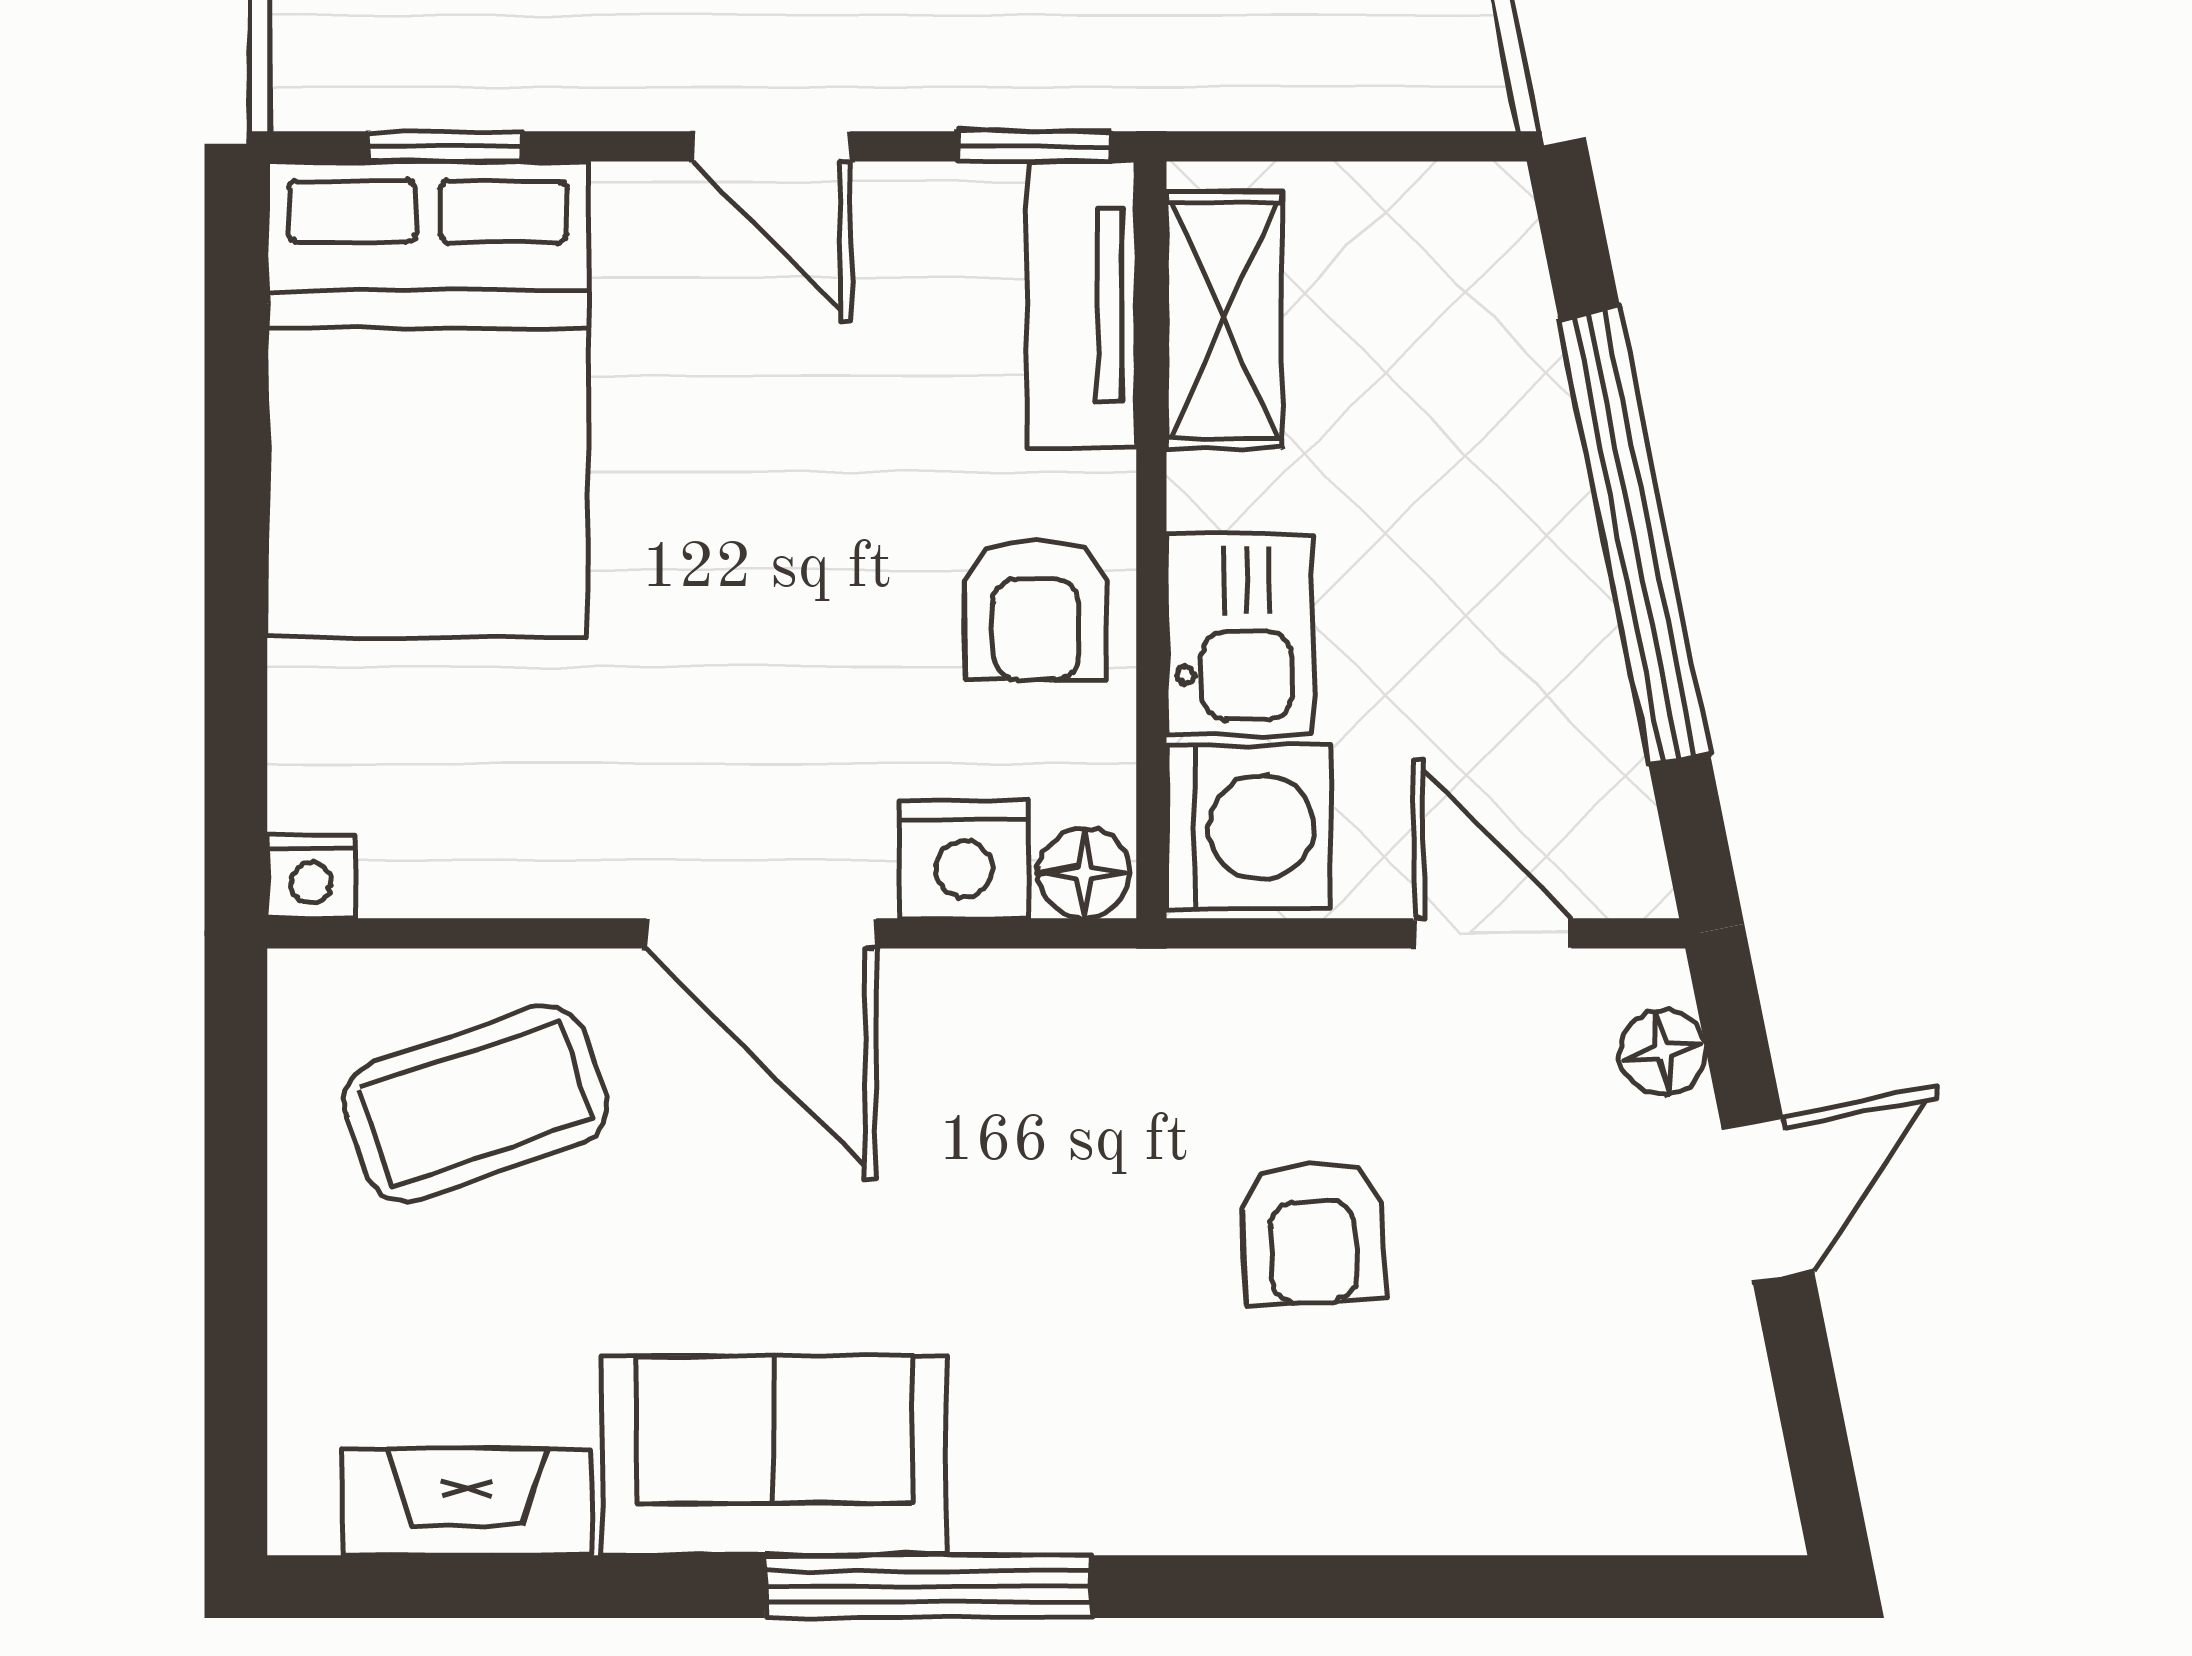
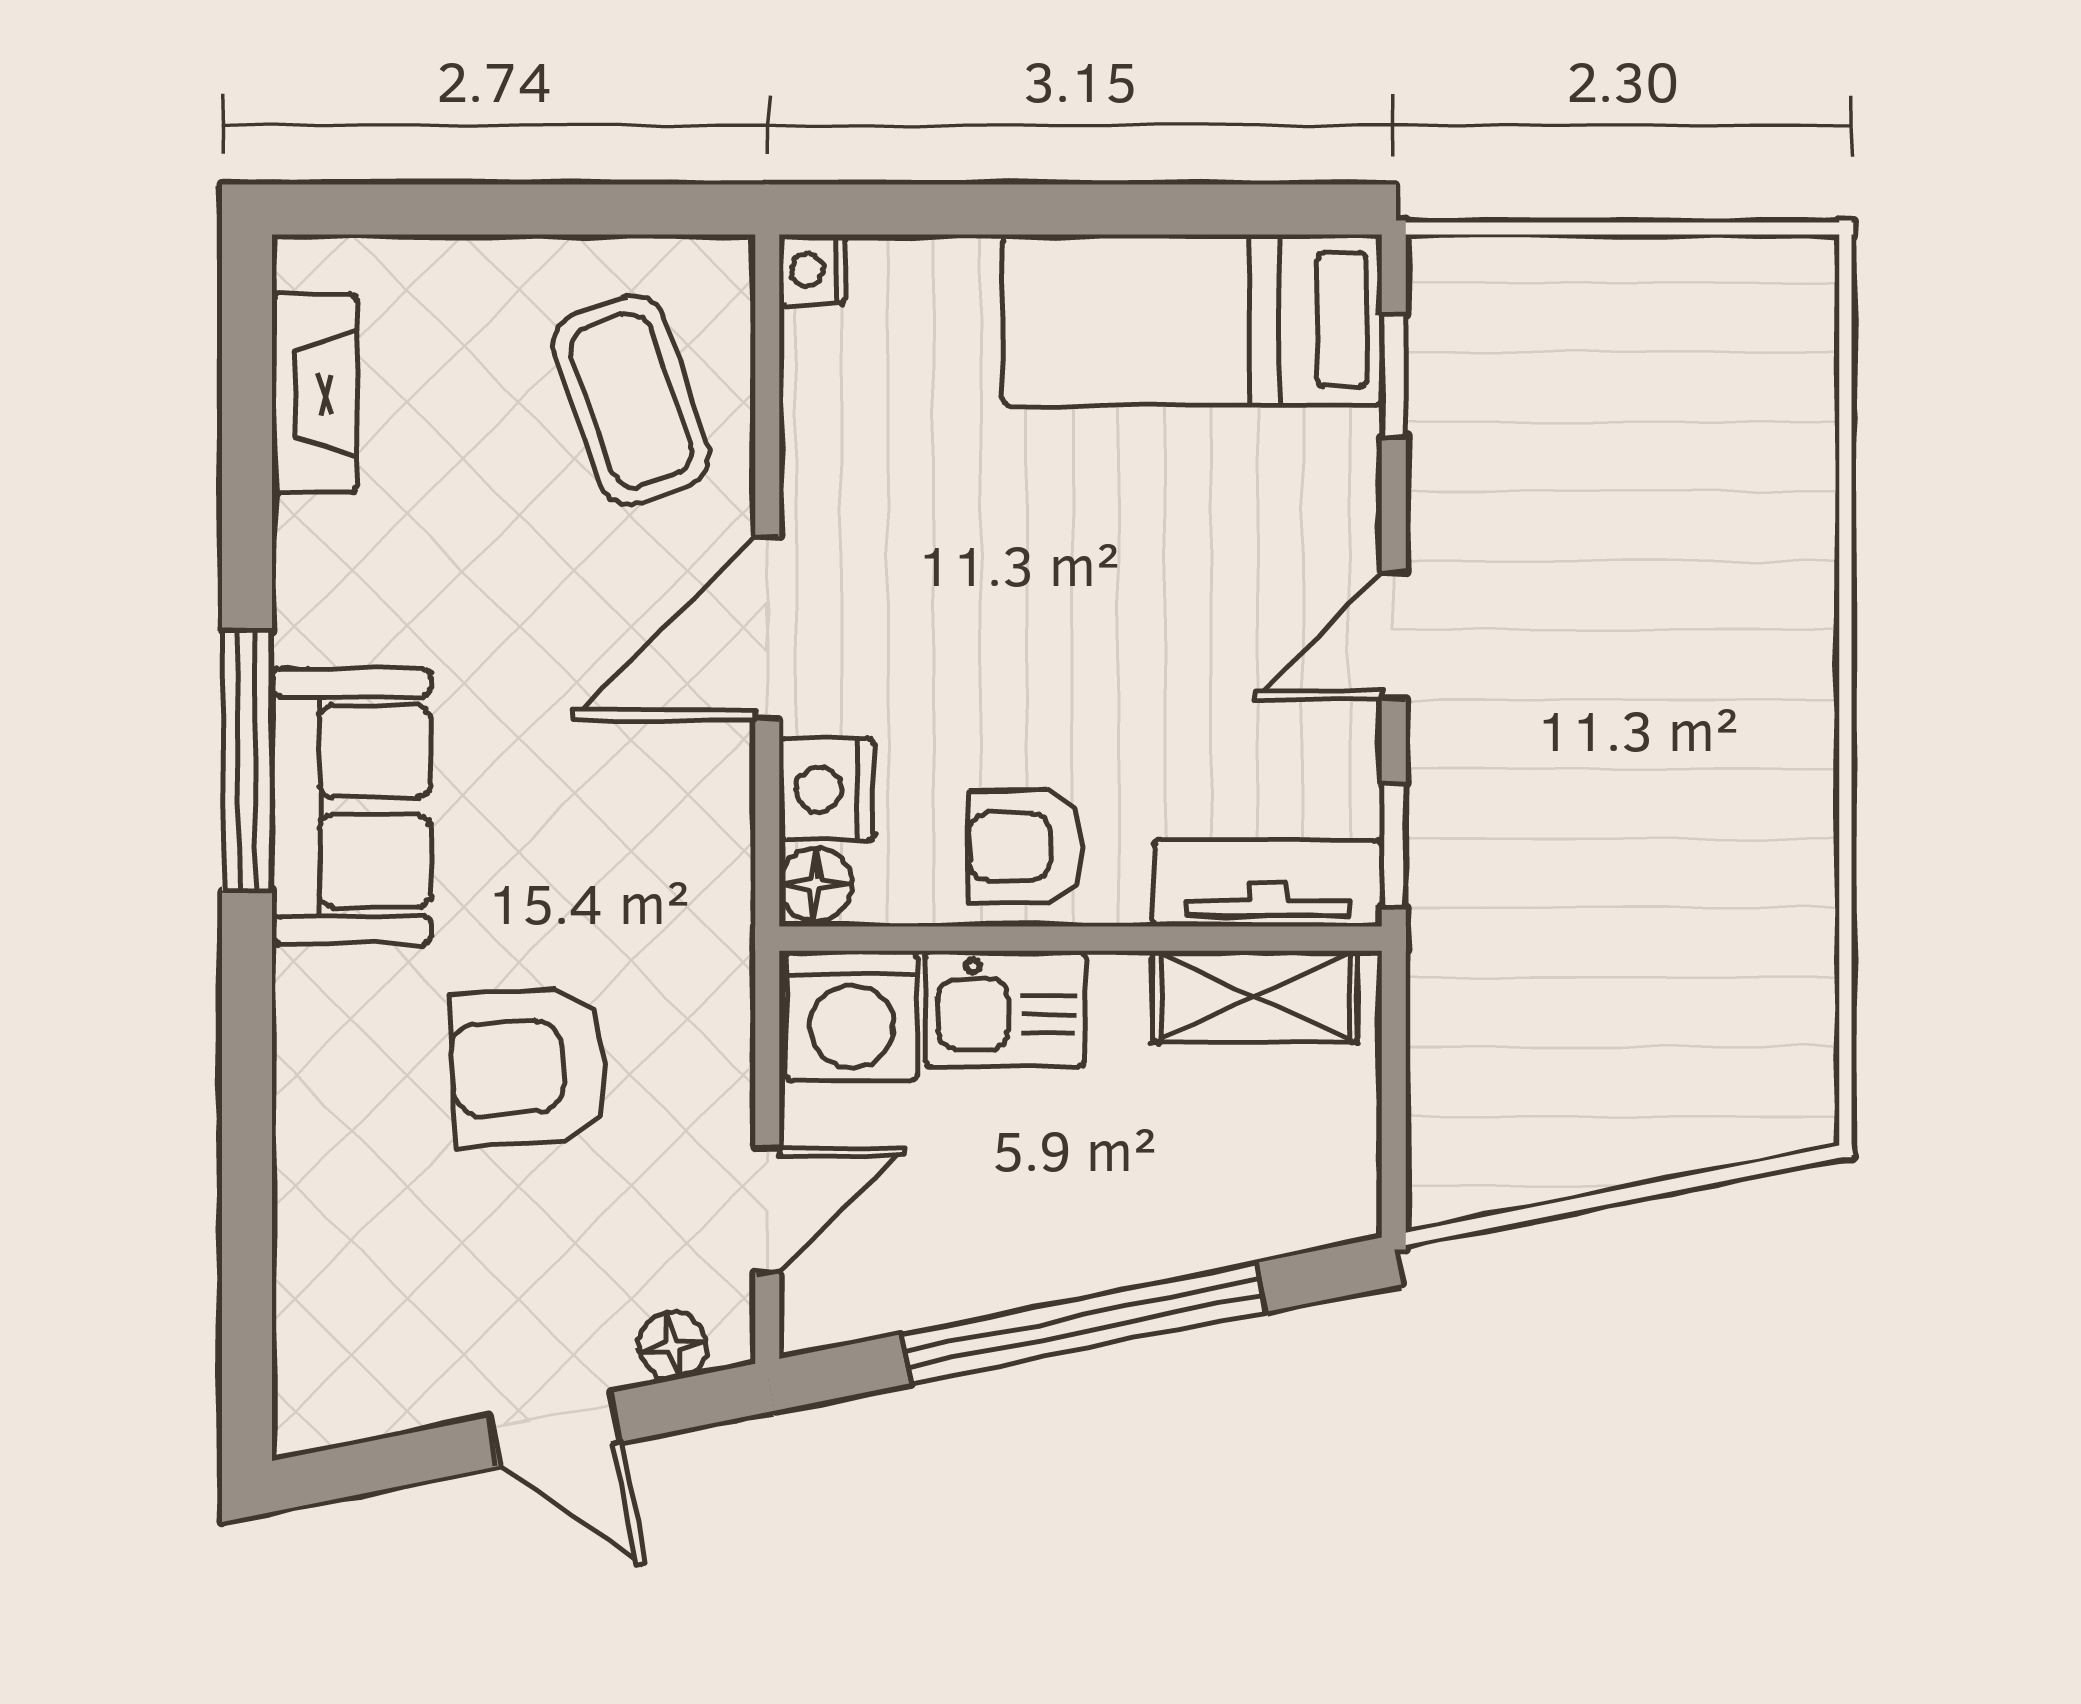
bed: (428, 399) -> (1192, 320), width x0.67
armchair: (1312, 1232) -> (529, 1067), width x1.38, depth x1.38
sofa: (774, 1456) -> (351, 806), moved

